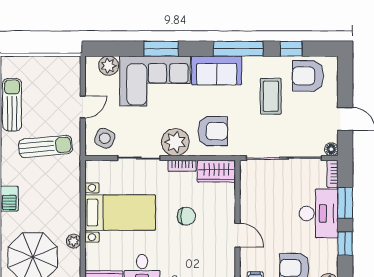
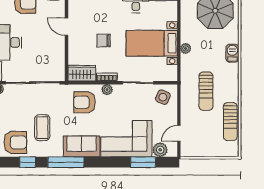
window: (161, 49) -> (143, 162), moved
door: (83, 107) -> (179, 133), moved
plant: (175, 142) -> (107, 90), width x0.53, depth x0.53
sun lounger: (46, 146) -> (206, 91), turned -85
plant: (74, 241) -> (186, 48), moved

